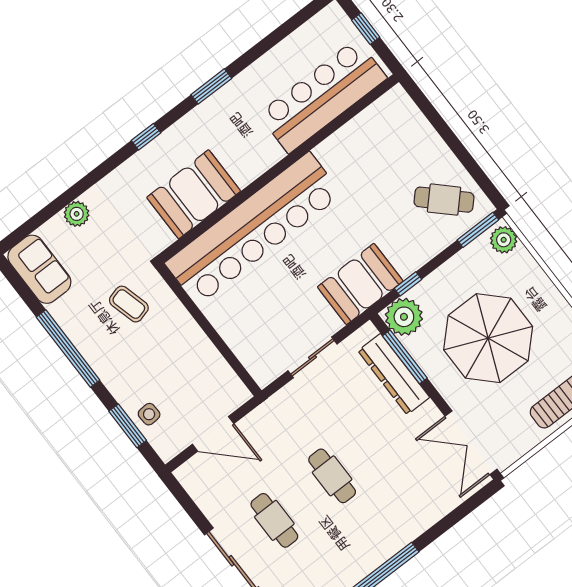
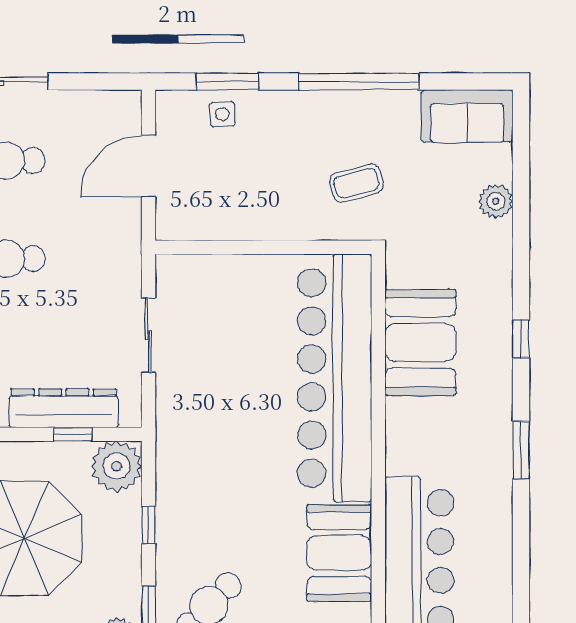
booth: (360, 284) -> (339, 553), moved
window: (408, 284) -> (149, 525), moved
window: (405, 357) -> (73, 434), width x0.46

